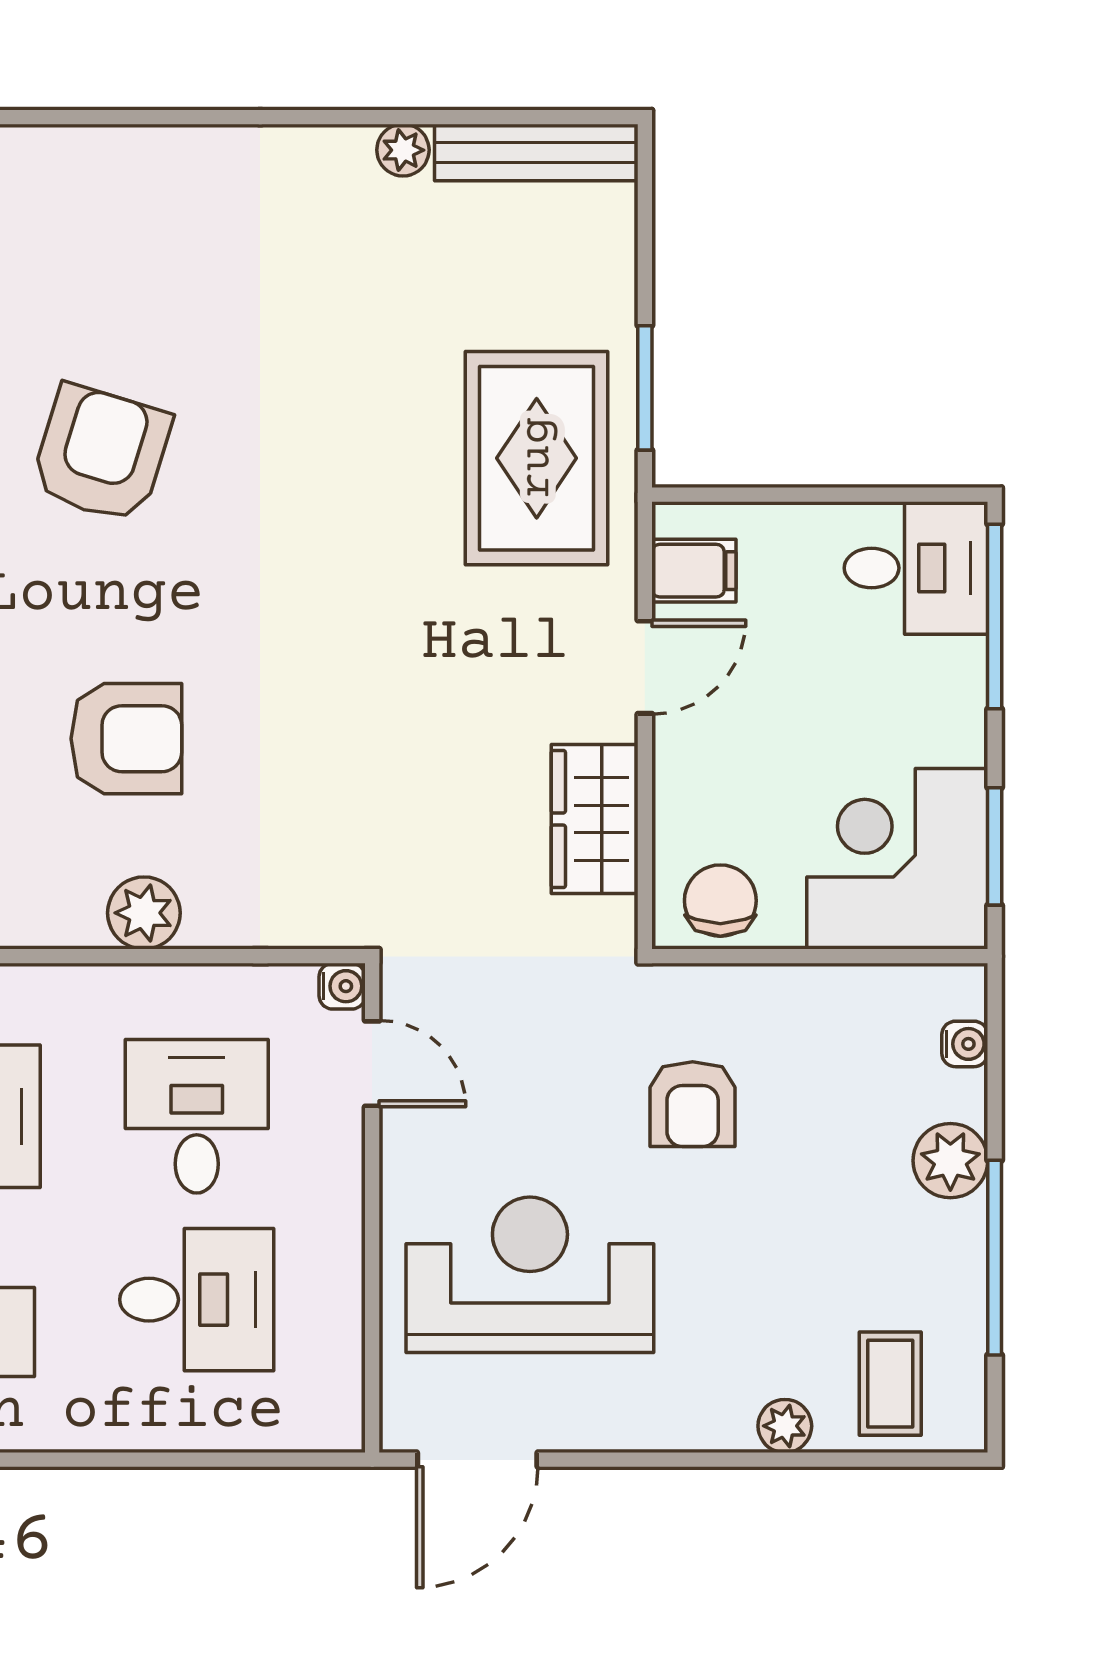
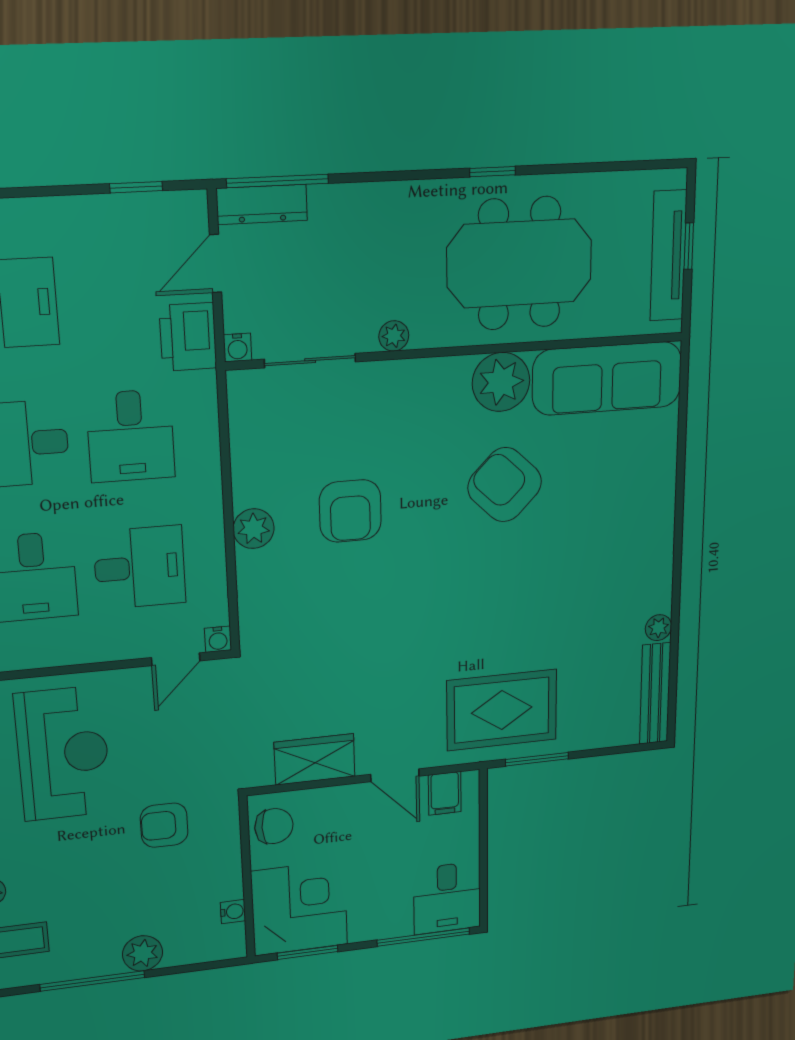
armchair: (101, 454) -> (505, 485), turned -153
water cooler: (965, 1044) -> (233, 912), moved, turned -90

